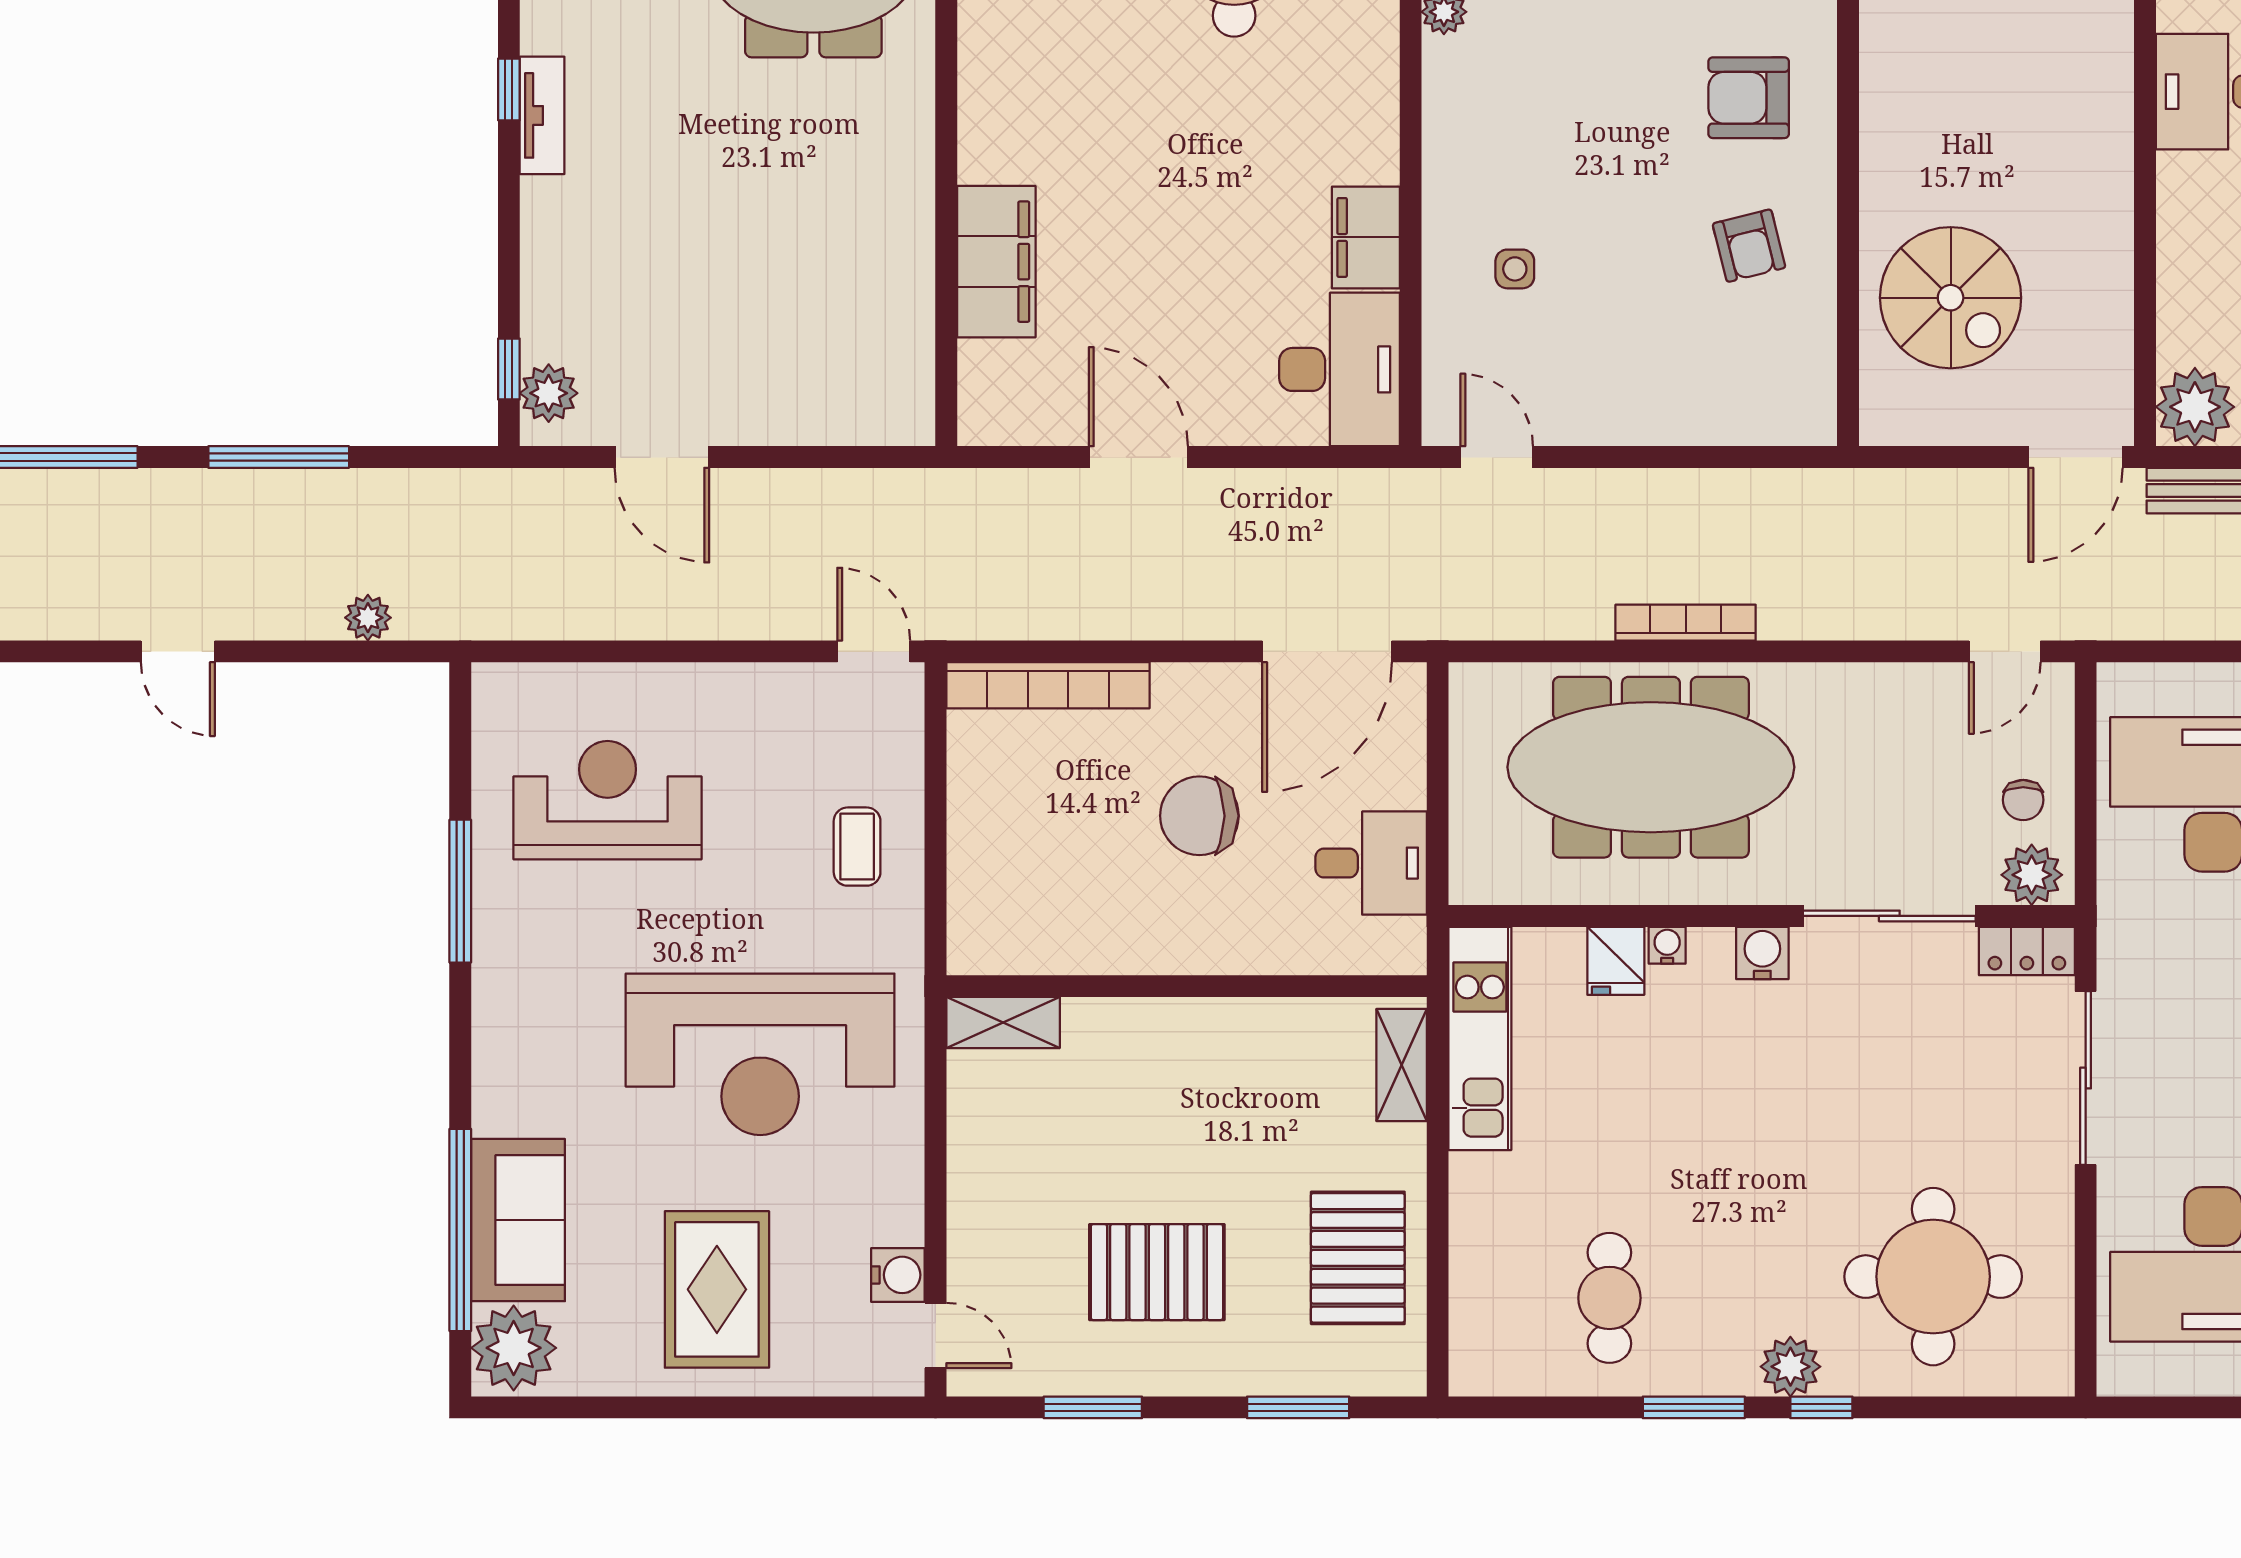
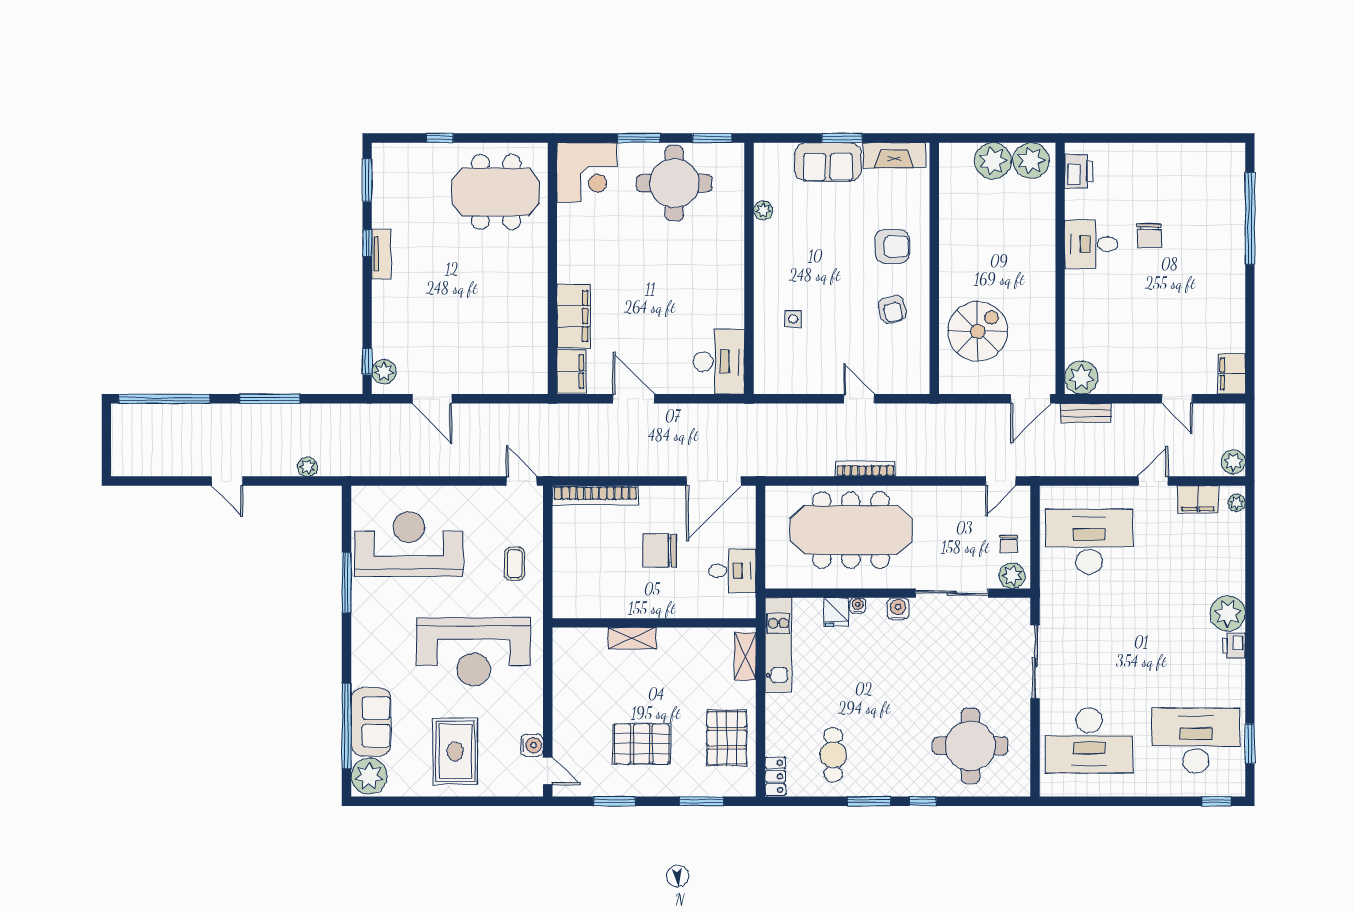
armchair: (1749, 98) -> (892, 247), turned 180
filing cabinet: (1366, 237) -> (571, 371), moved, turned 180
spiral stairs: (1951, 298) -> (978, 331), turned -90
door: (1497, 457) -> (859, 399), moved
reception desk: (608, 800) -> (409, 544), width x1.36, depth x1.30
locker: (2027, 951) -> (775, 776), moved, turned -90
shelving: (1003, 1023) -> (632, 638), moved
plant: (1790, 1367) -> (910, 784), removed

